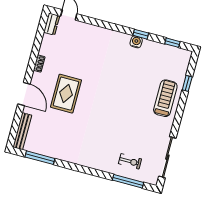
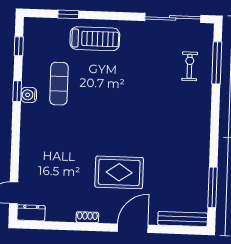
exercise mat: (139, 65) -> (59, 84), added
treadmill: (165, 98) -> (95, 39), turned 180

